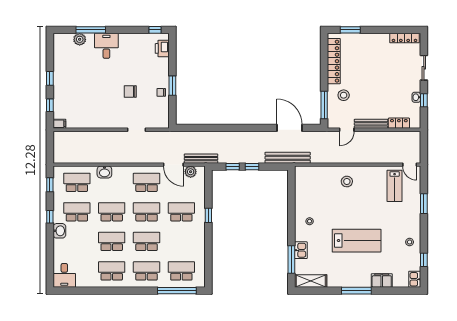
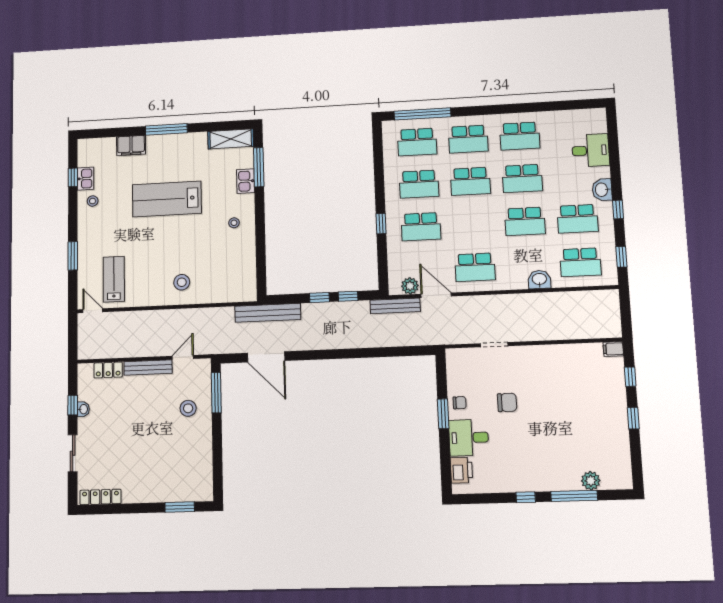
window: (155, 30) -> (526, 497), moved
desk: (106, 46) -> (469, 438), moved, turned 90
locker: (334, 61) -> (203, 459), removed
school desk: (147, 212) -> (419, 184), moved
desk: (64, 275) -> (591, 150), moved, turned 90
kitchen sink: (415, 279) -> (85, 179), moved

